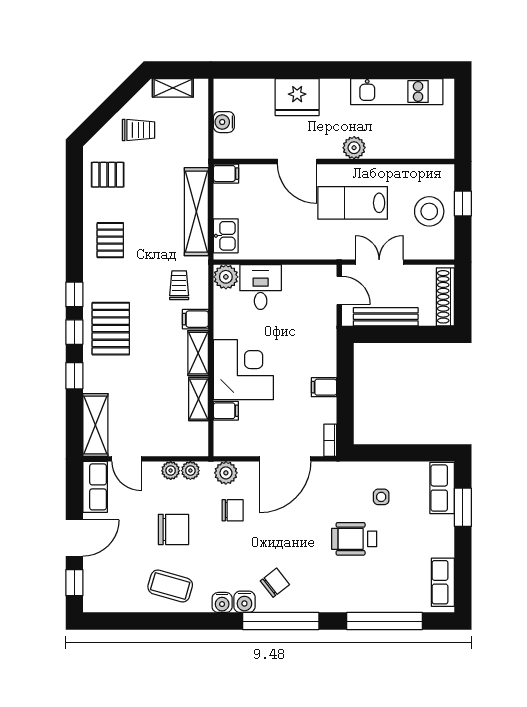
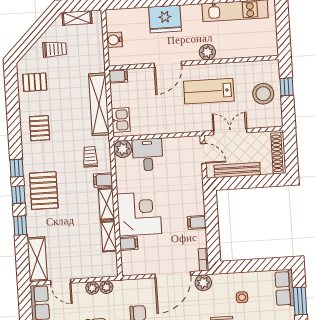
door: (297, 162) -> (168, 64), hinge flipped
plant: (226, 473) -> (203, 283), moved

